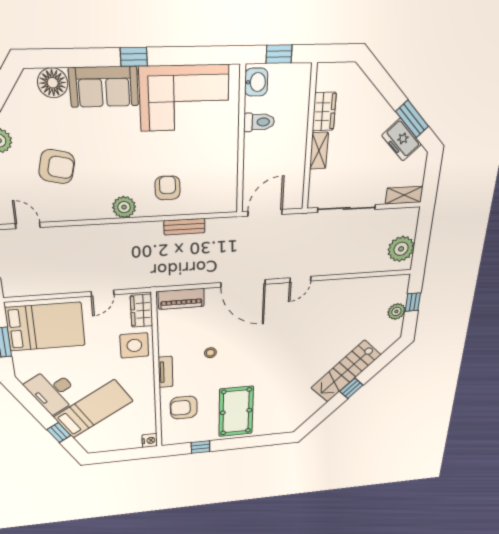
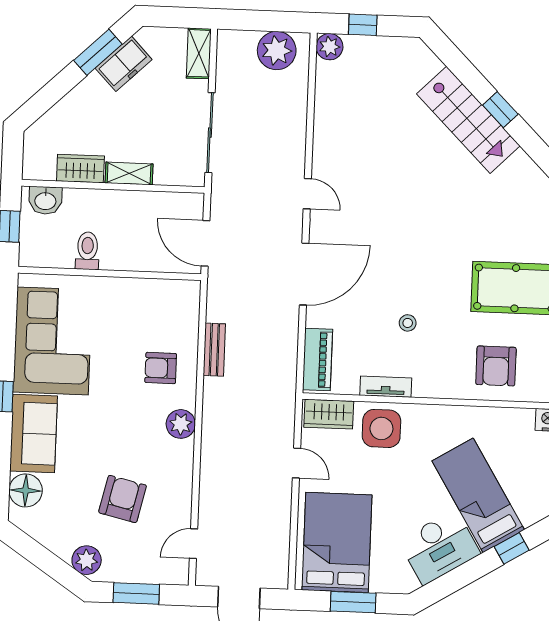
washbasin: (256, 82) -> (45, 200), moved, turned 180
plant: (396, 311) -> (329, 47), moved
tv unit: (166, 372) -> (386, 387), moved

